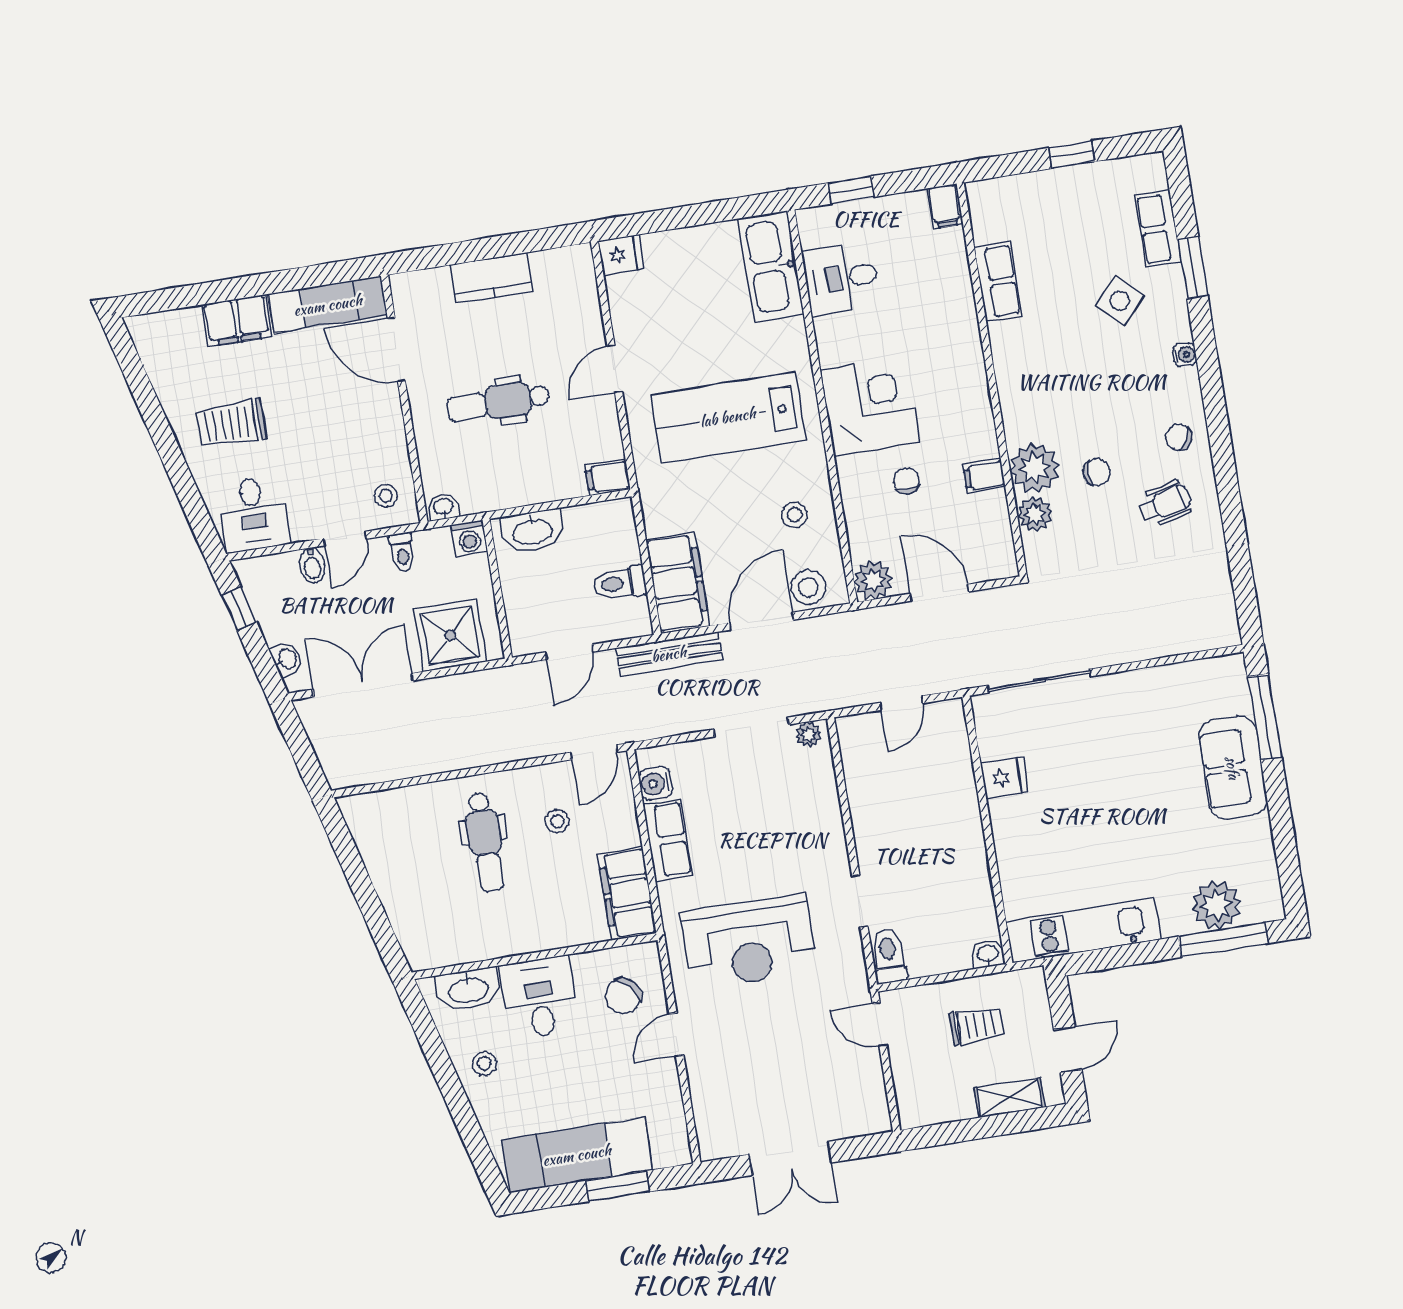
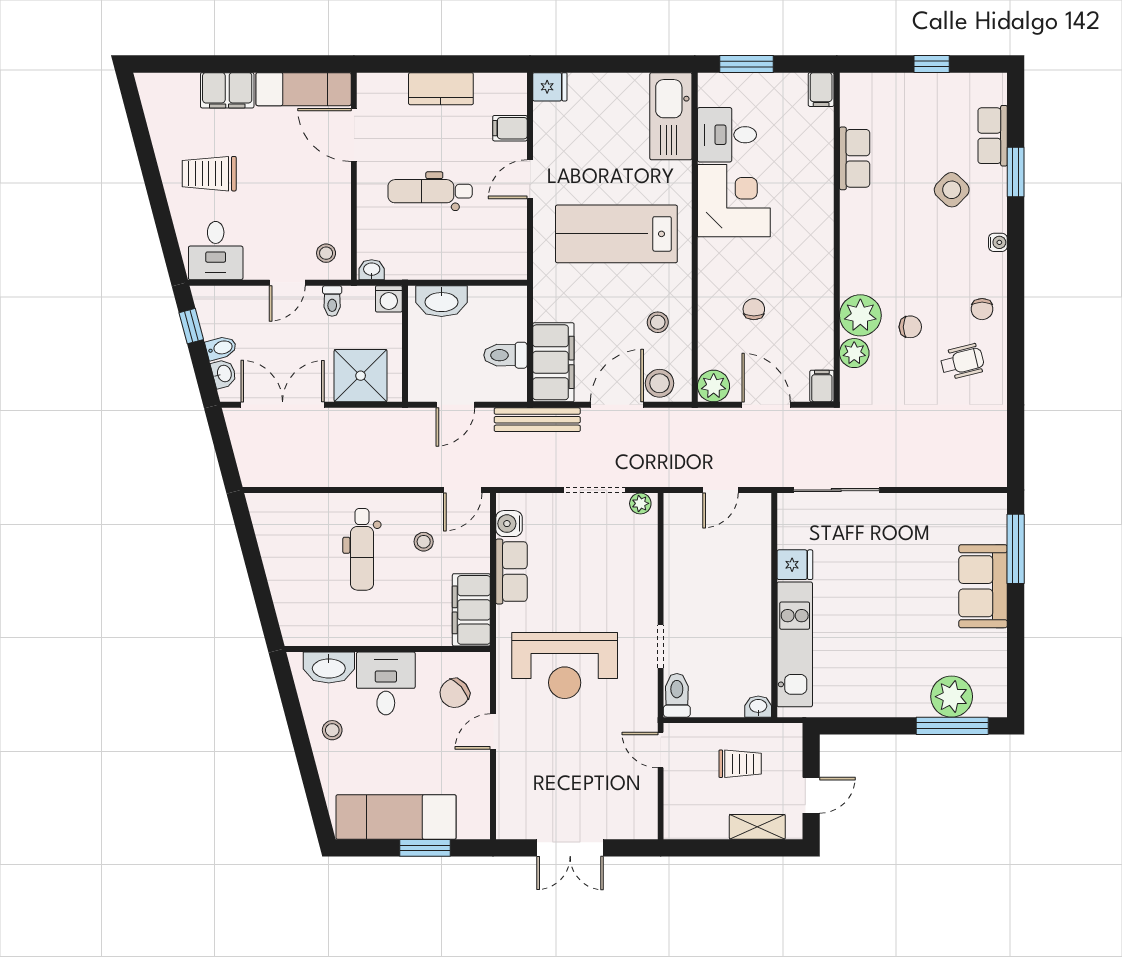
window: (851, 190) -> (747, 64), width x1.50
corner desk: (870, 406) -> (734, 201), moved
chair: (1179, 437) -> (982, 309), turned -118
filing cabinet: (984, 476) -> (822, 386), moved, turned 90
filing cabinet: (608, 477) -> (510, 128), moved
bidet: (312, 565) -> (221, 348), moved, turned -105
kitchen unit: (1083, 930) -> (795, 644), moved, turned 90

